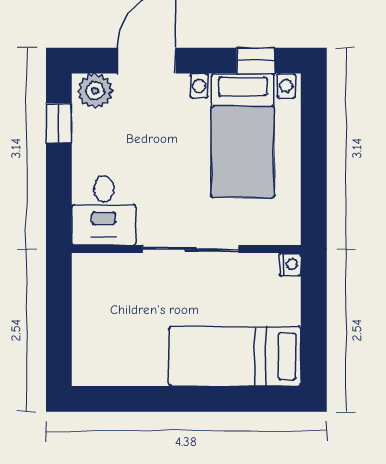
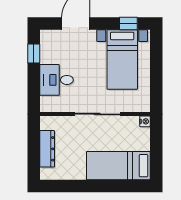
plant: (95, 91) -> (51, 38), removed
desk: (104, 210) -> (57, 80), moved, turned 90
dresser: (87, 321) -> (47, 149), added

